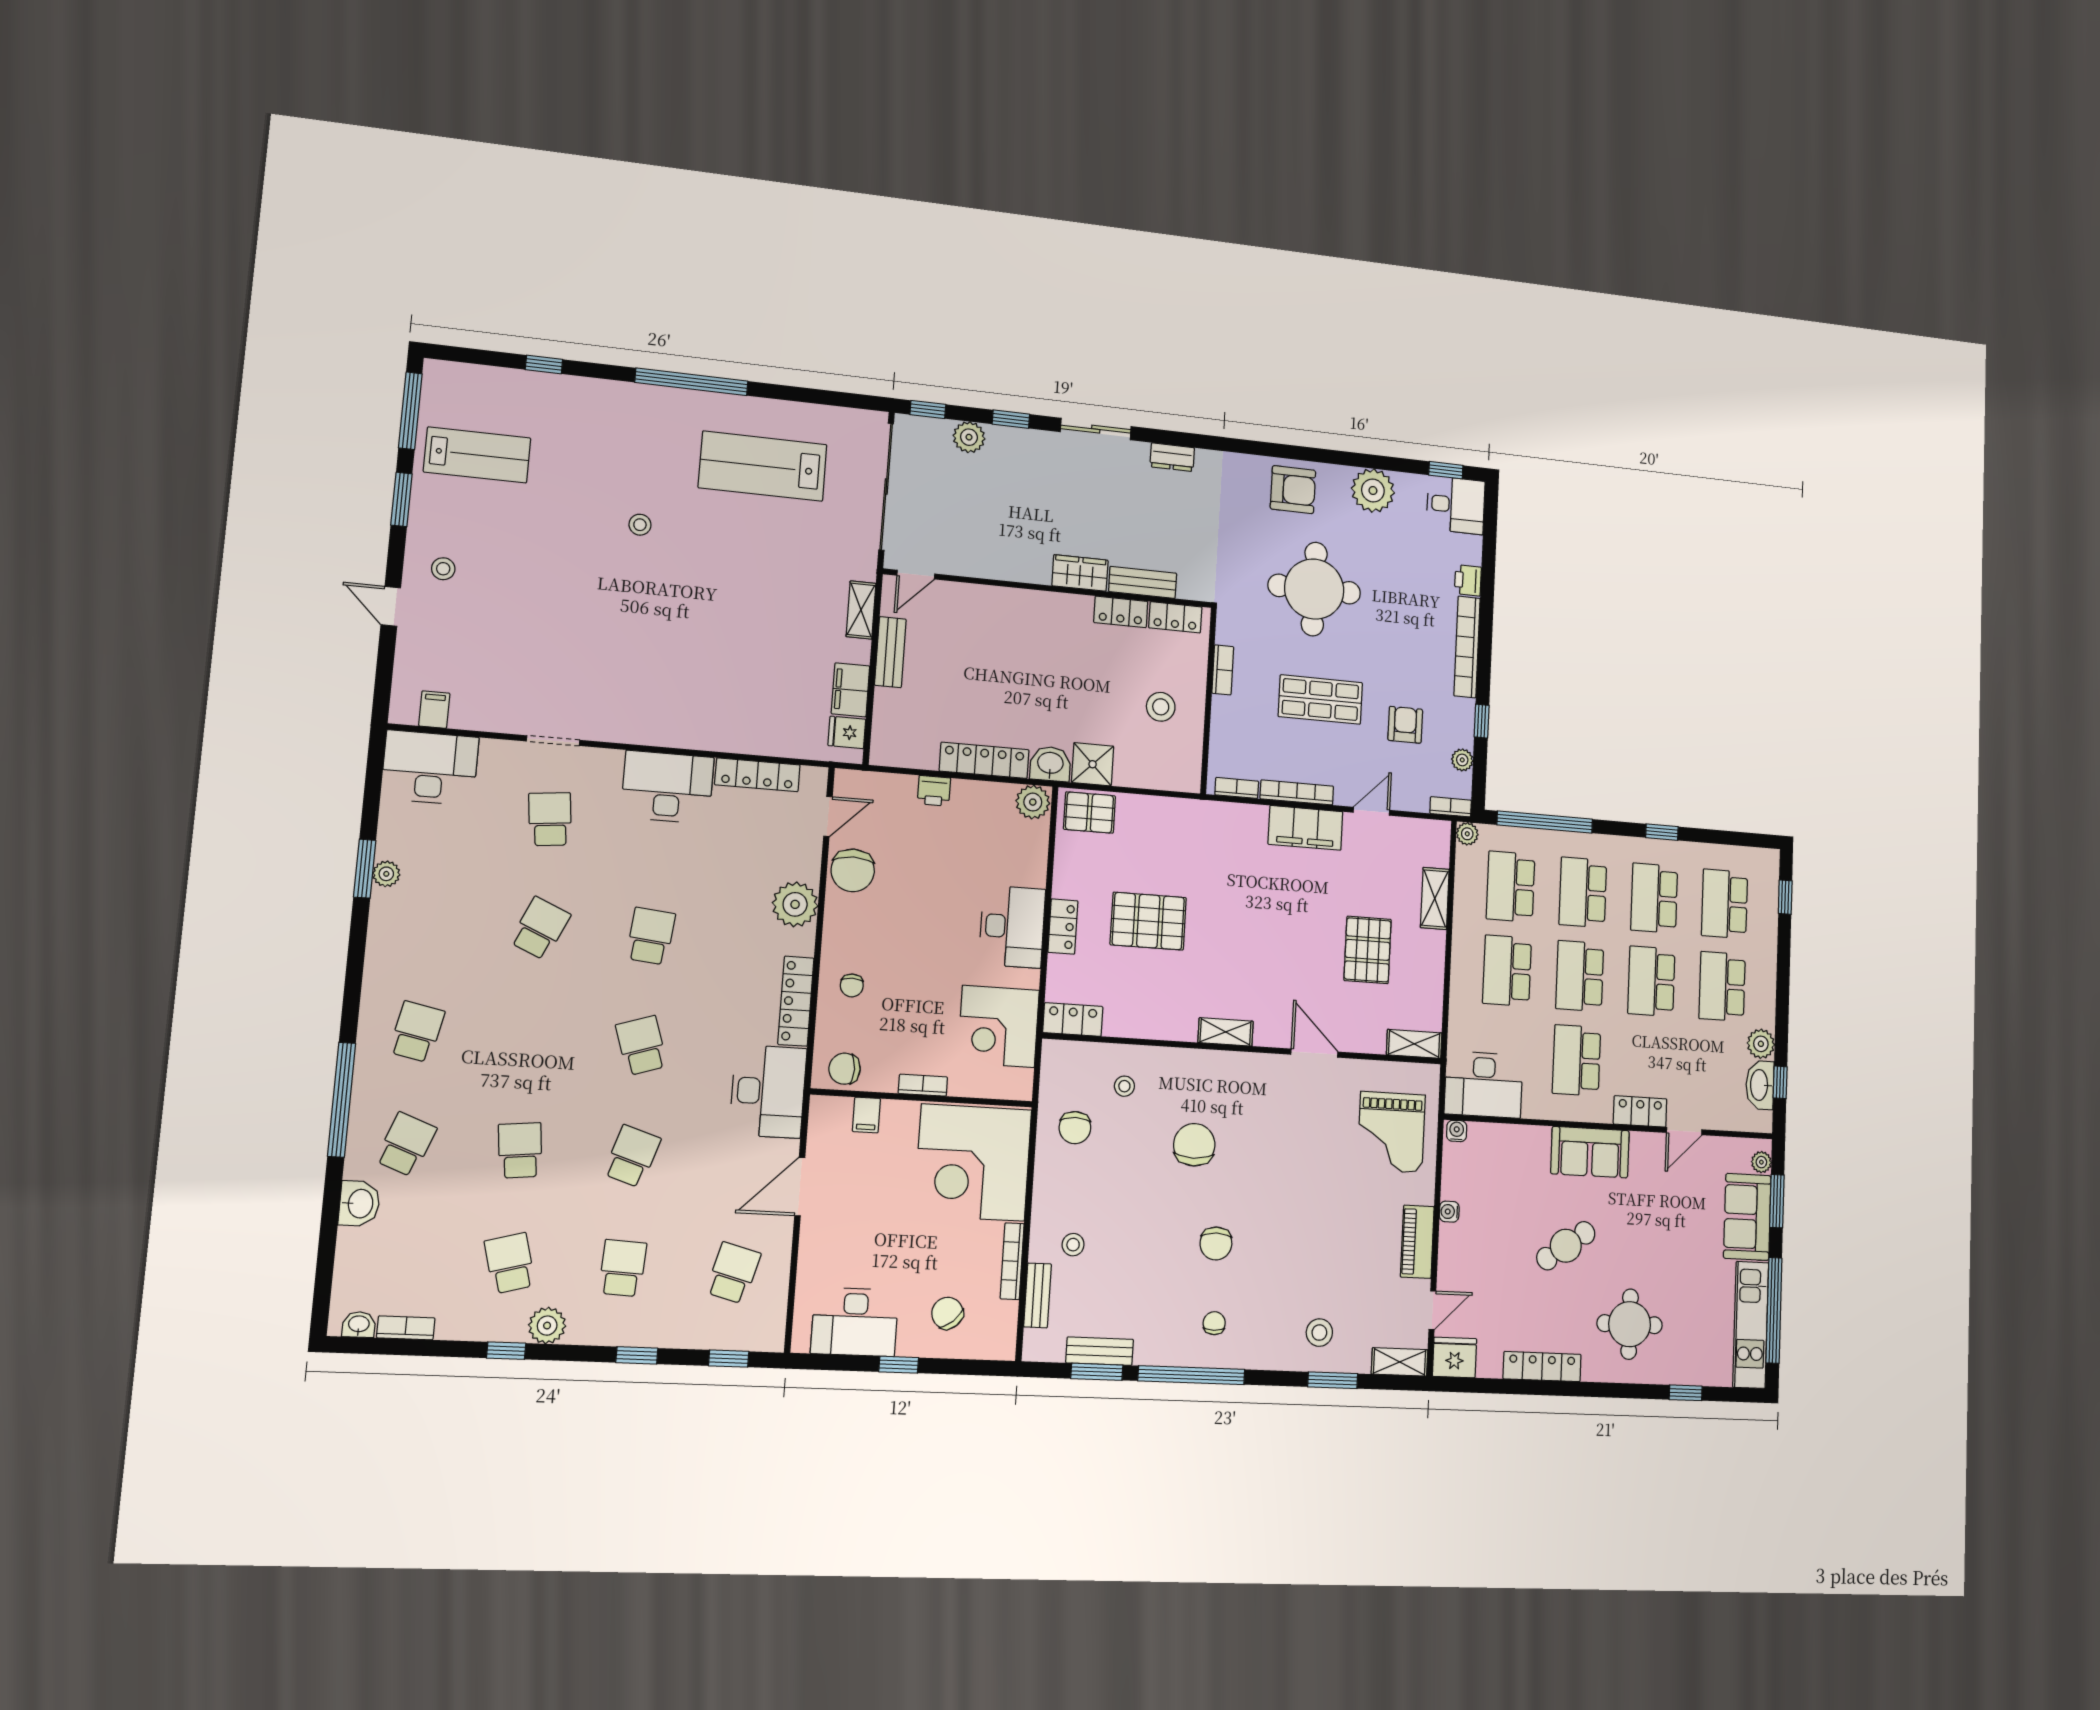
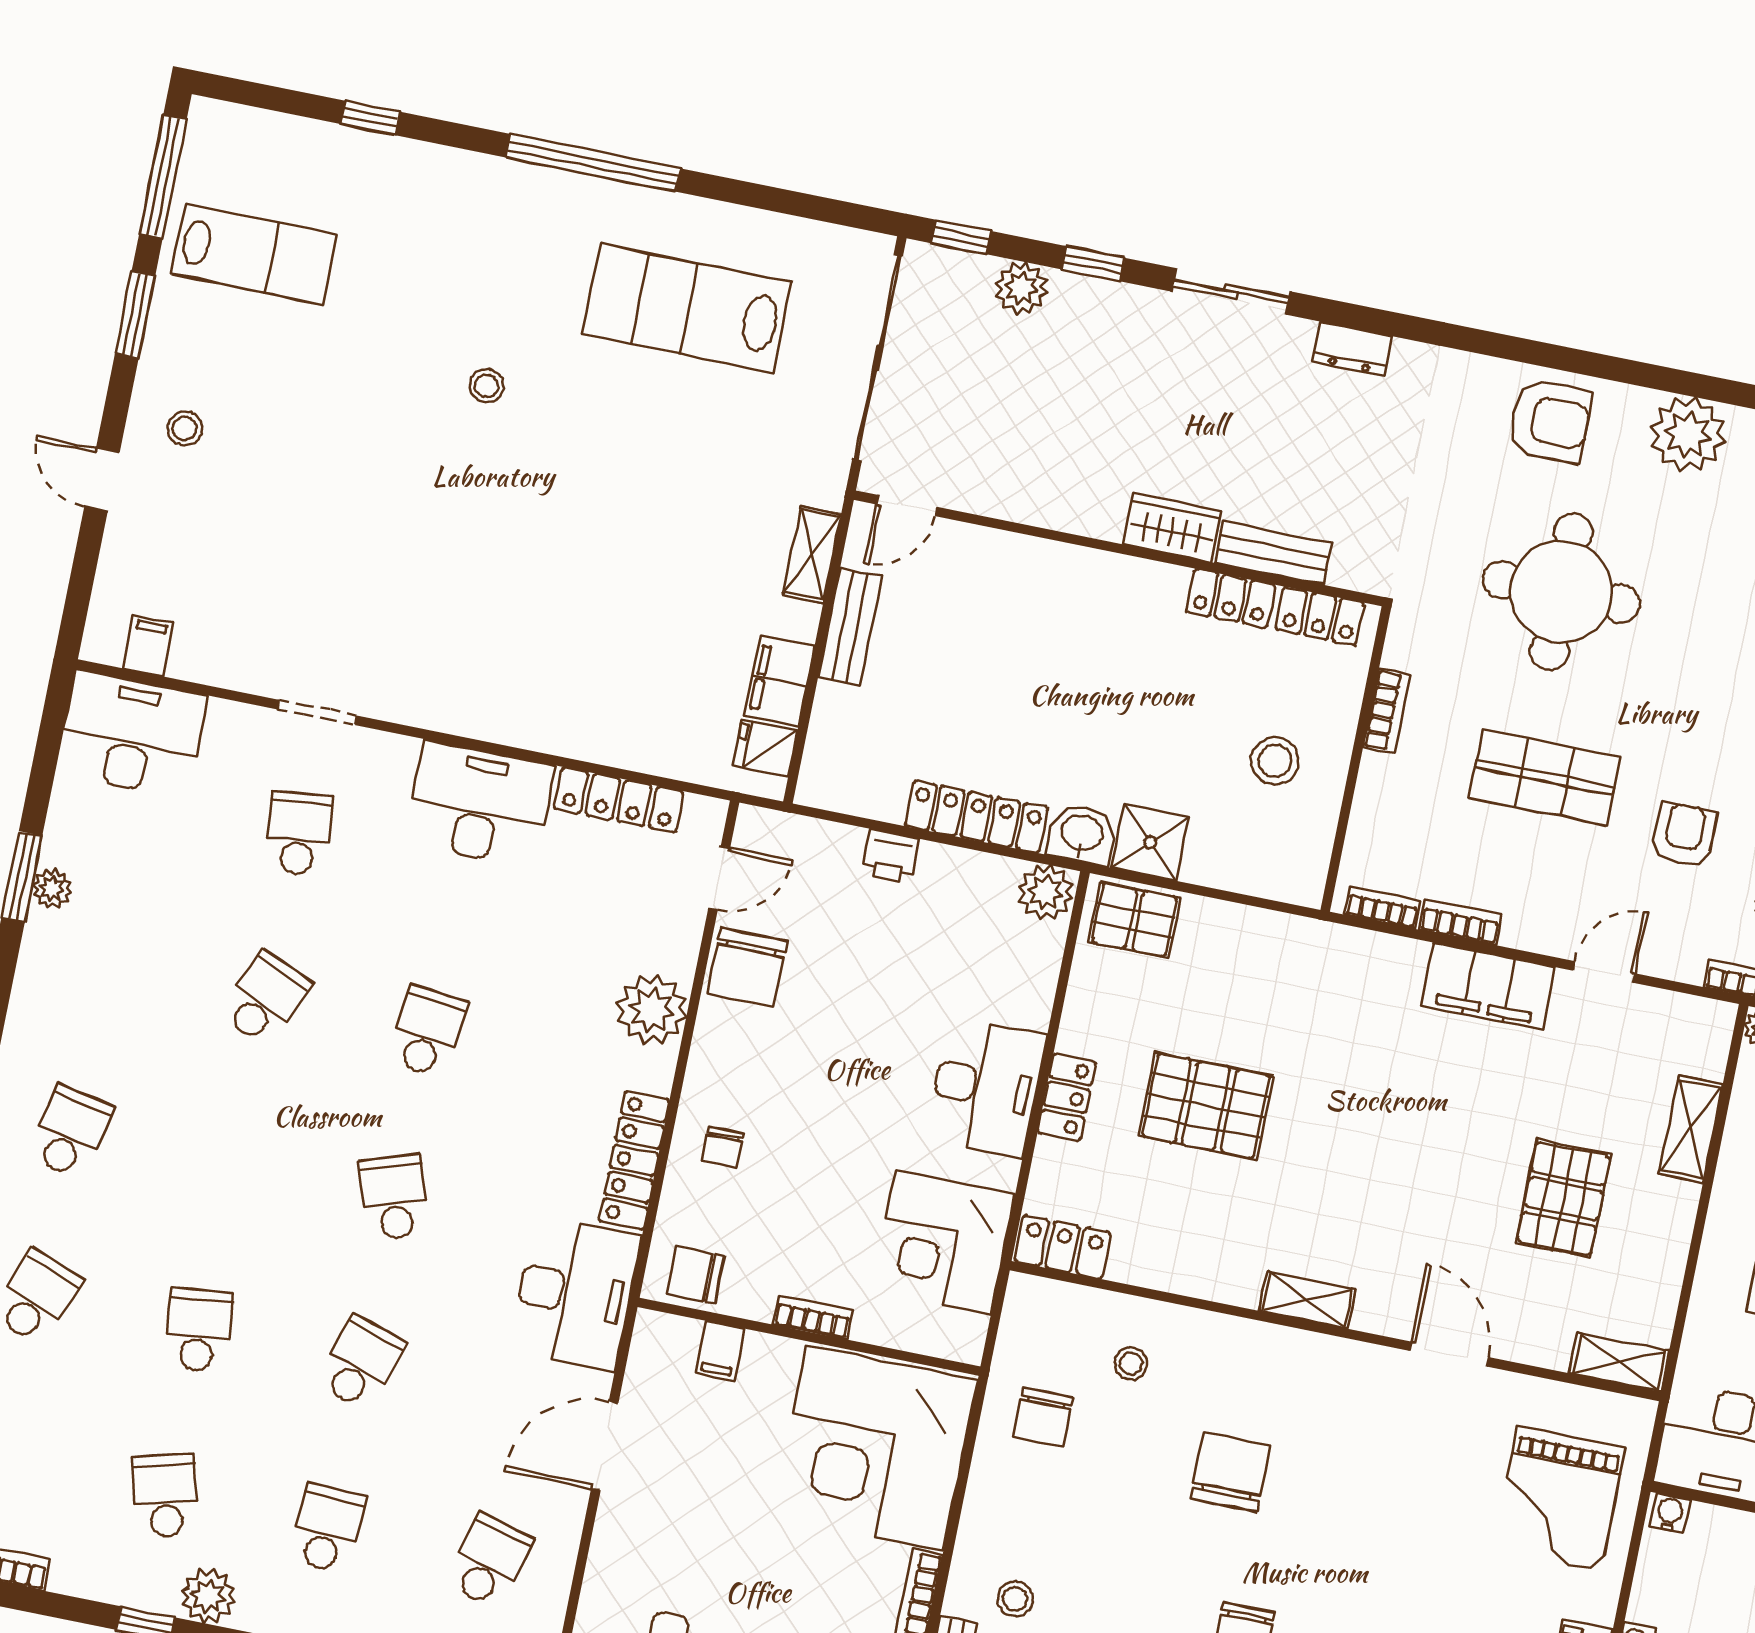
bookcase: (1297, 792) -> (1460, 922), width x0.64

